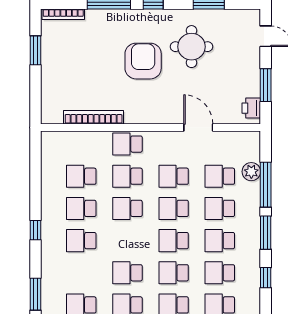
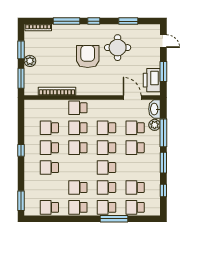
plant: (50, 68) -> (30, 61), added
window: (35, 96) -> (21, 78), added
printer: (251, 108) -> (152, 80), width x1.87, depth x1.48
door: (198, 127) -> (132, 98), moved
washbasin: (251, 146) -> (155, 109), added
window: (35, 230) -> (21, 150), moved
school desk: (220, 241) -> (135, 168), removed

